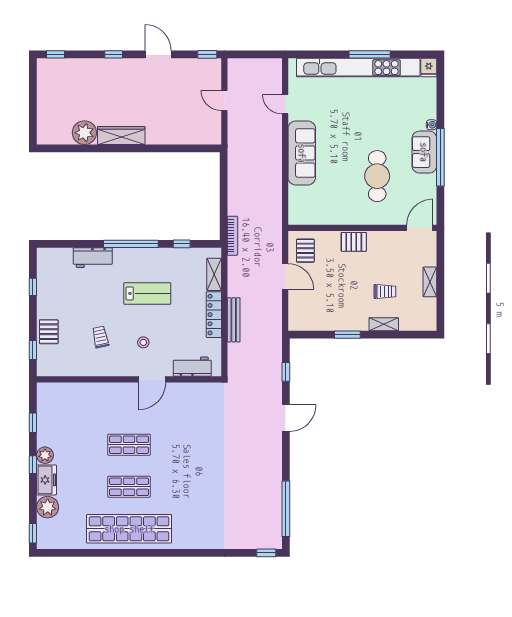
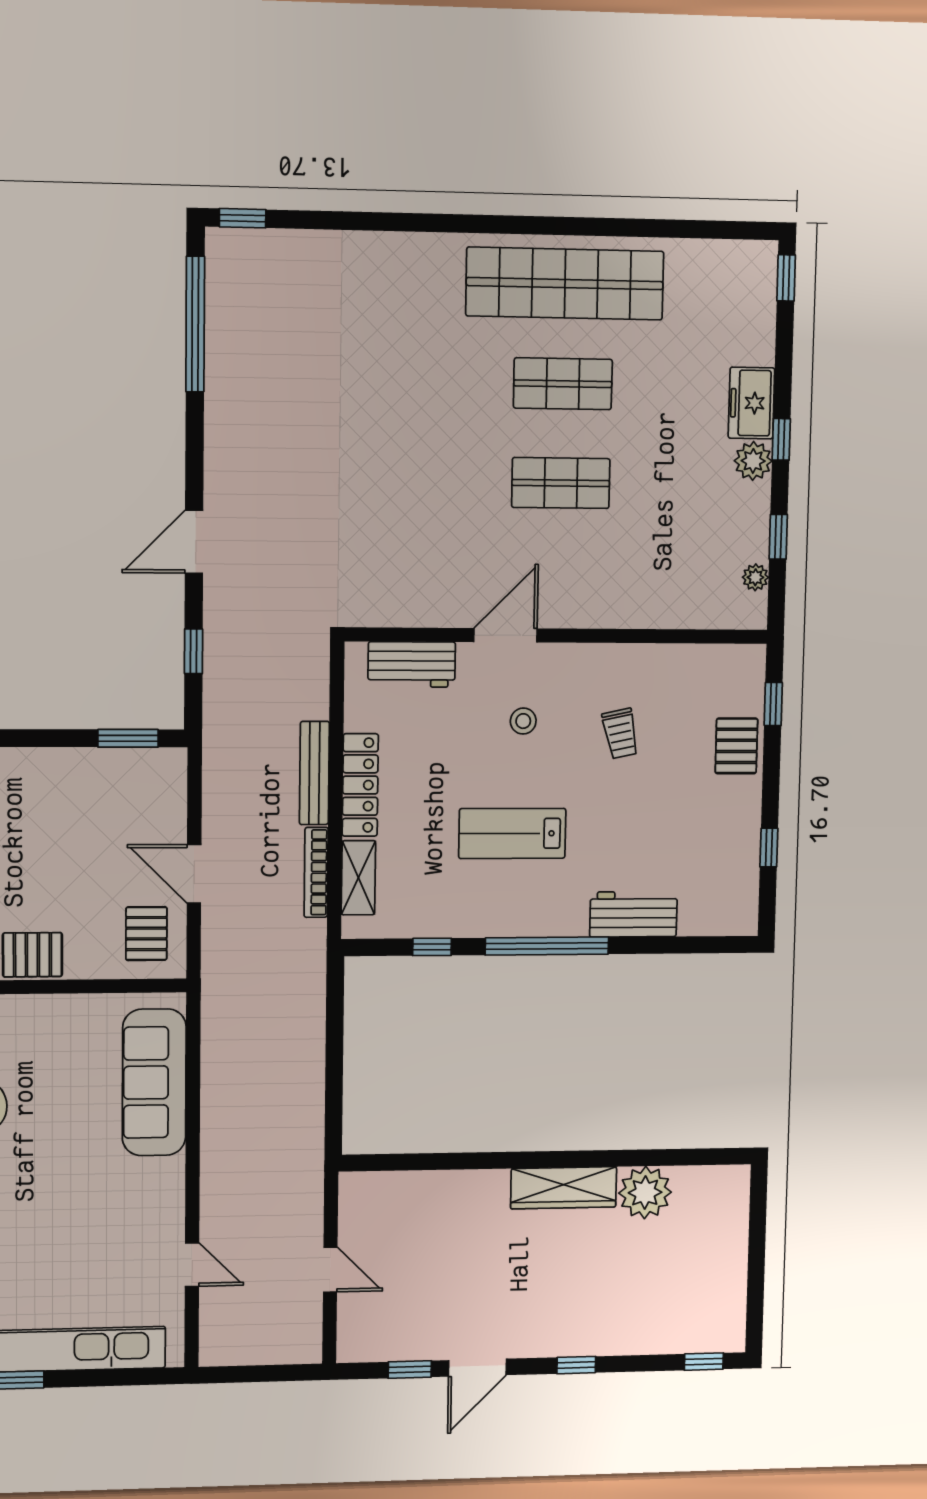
door: (158, 54) -> (478, 1368), hinge flipped
window: (207, 54) -> (410, 1369), moved
sofa: (302, 153) -> (154, 1082), moved
bookcase: (232, 236) -> (316, 872), moved
window: (347, 335) -> (128, 738), moved
plant: (48, 507) -> (755, 577), moved, width x0.53, depth x0.53

